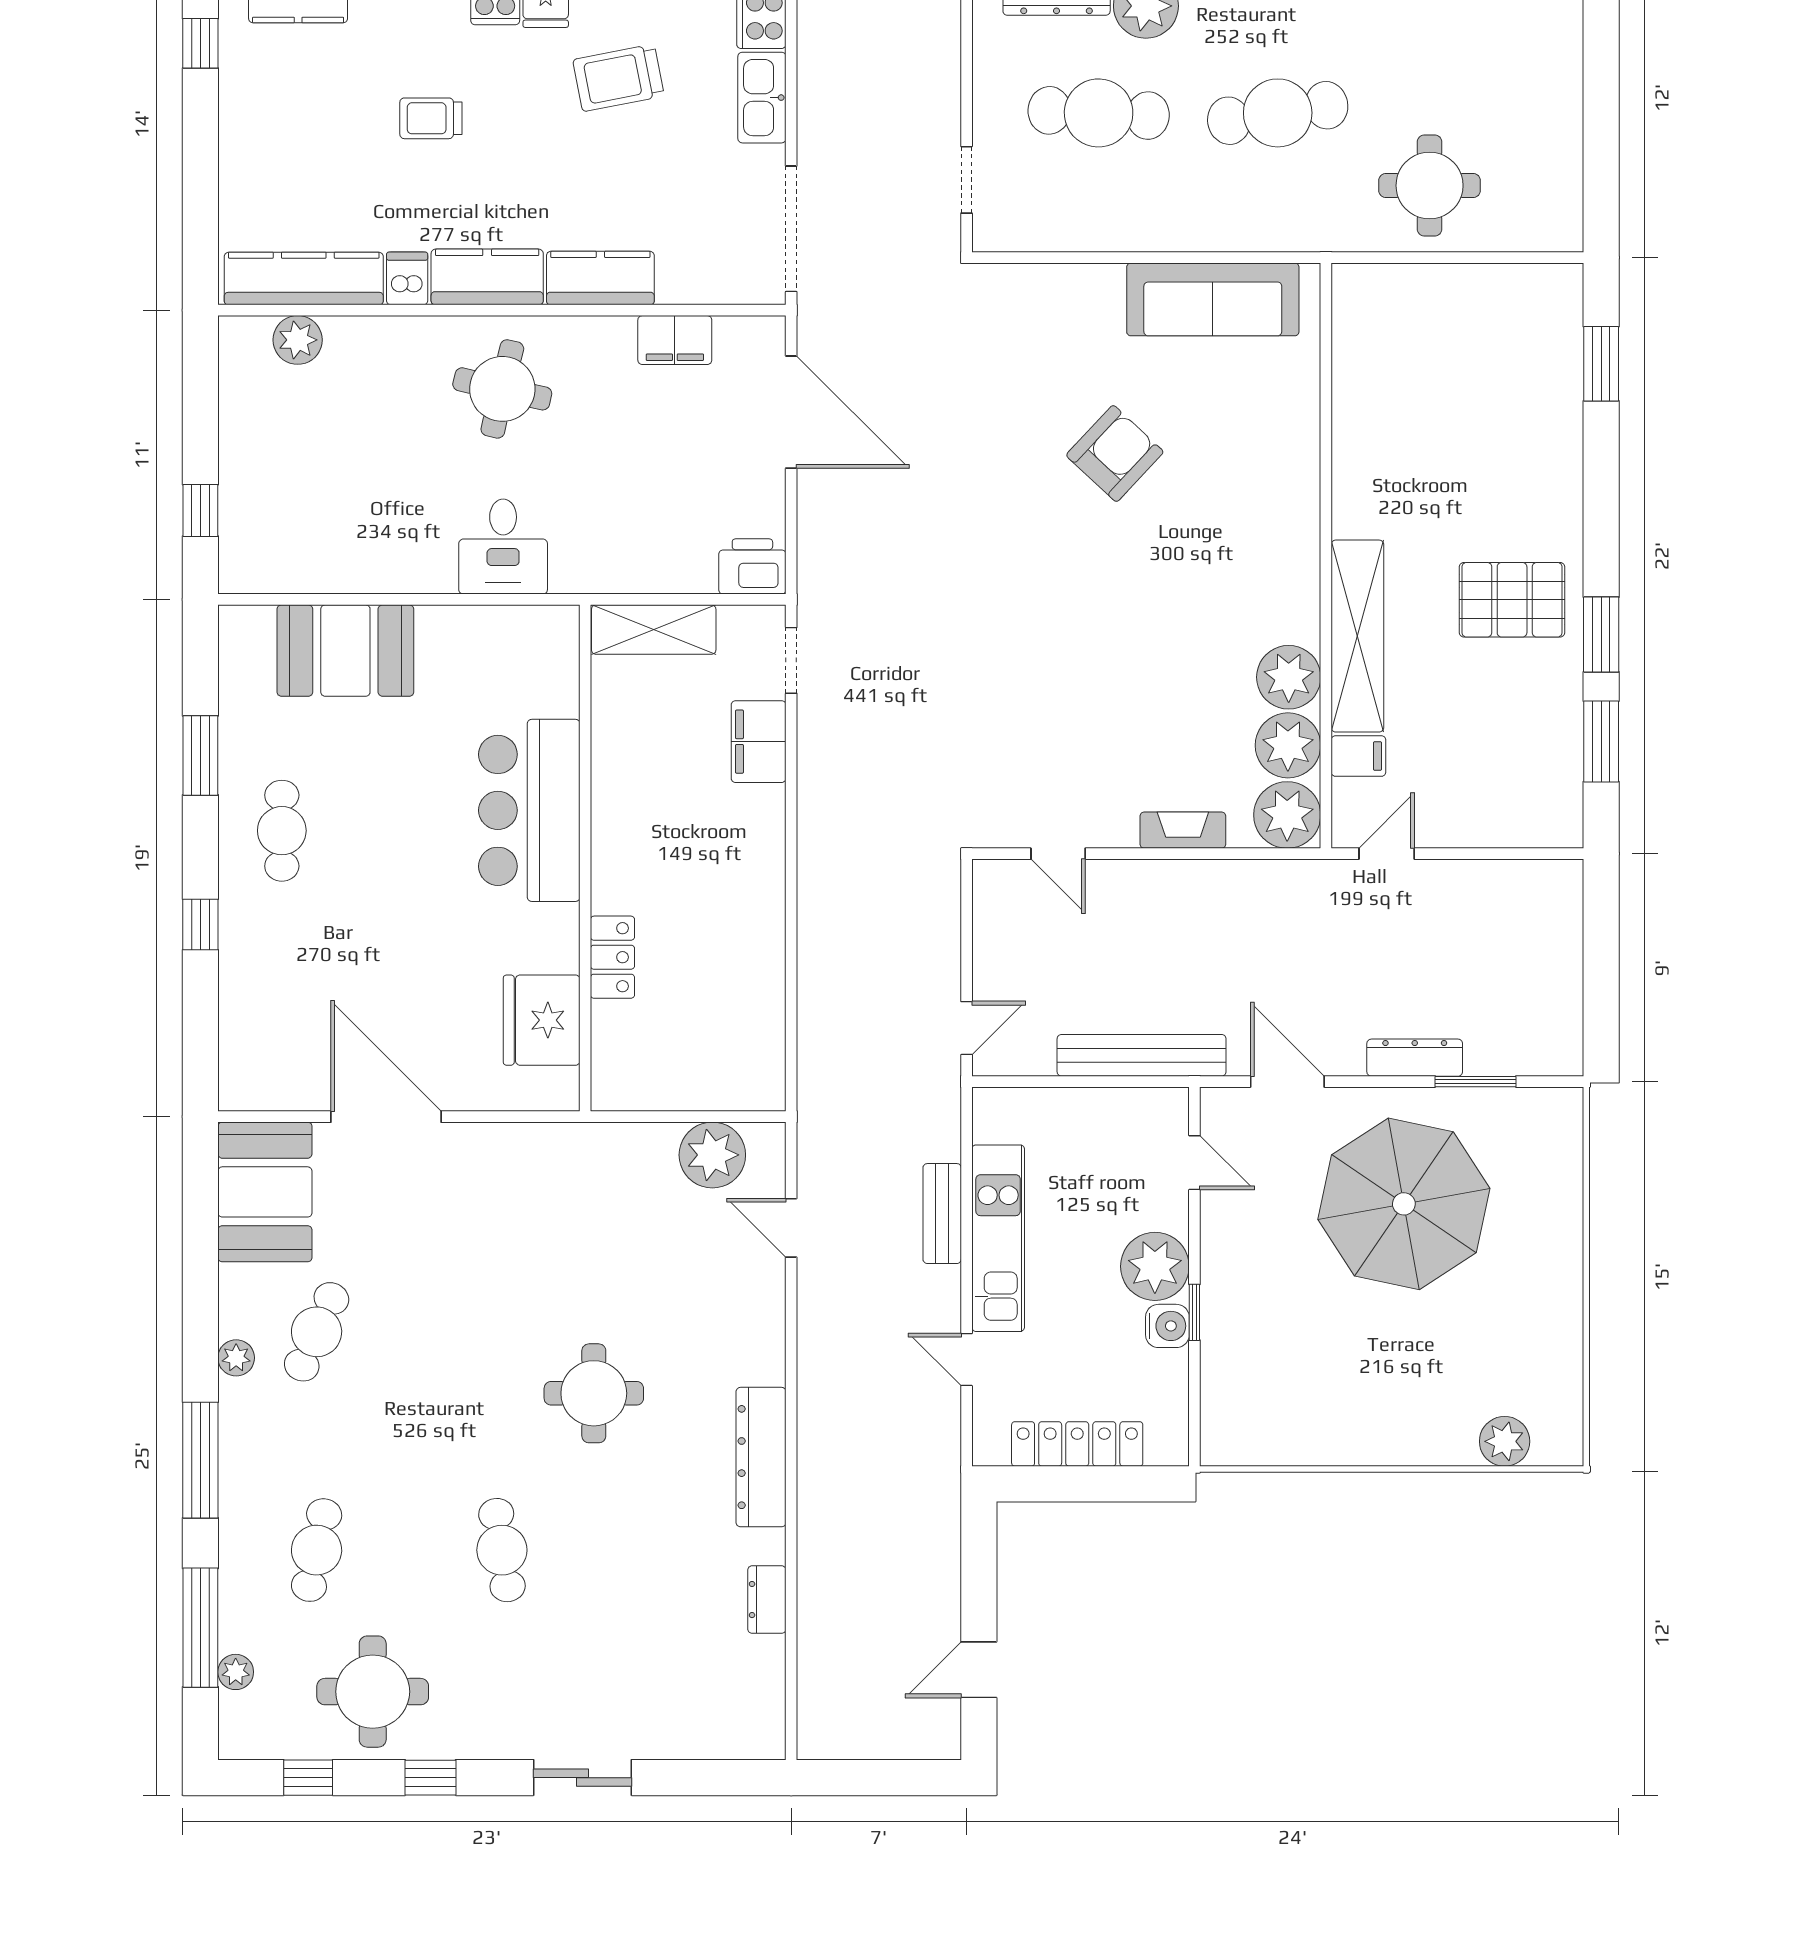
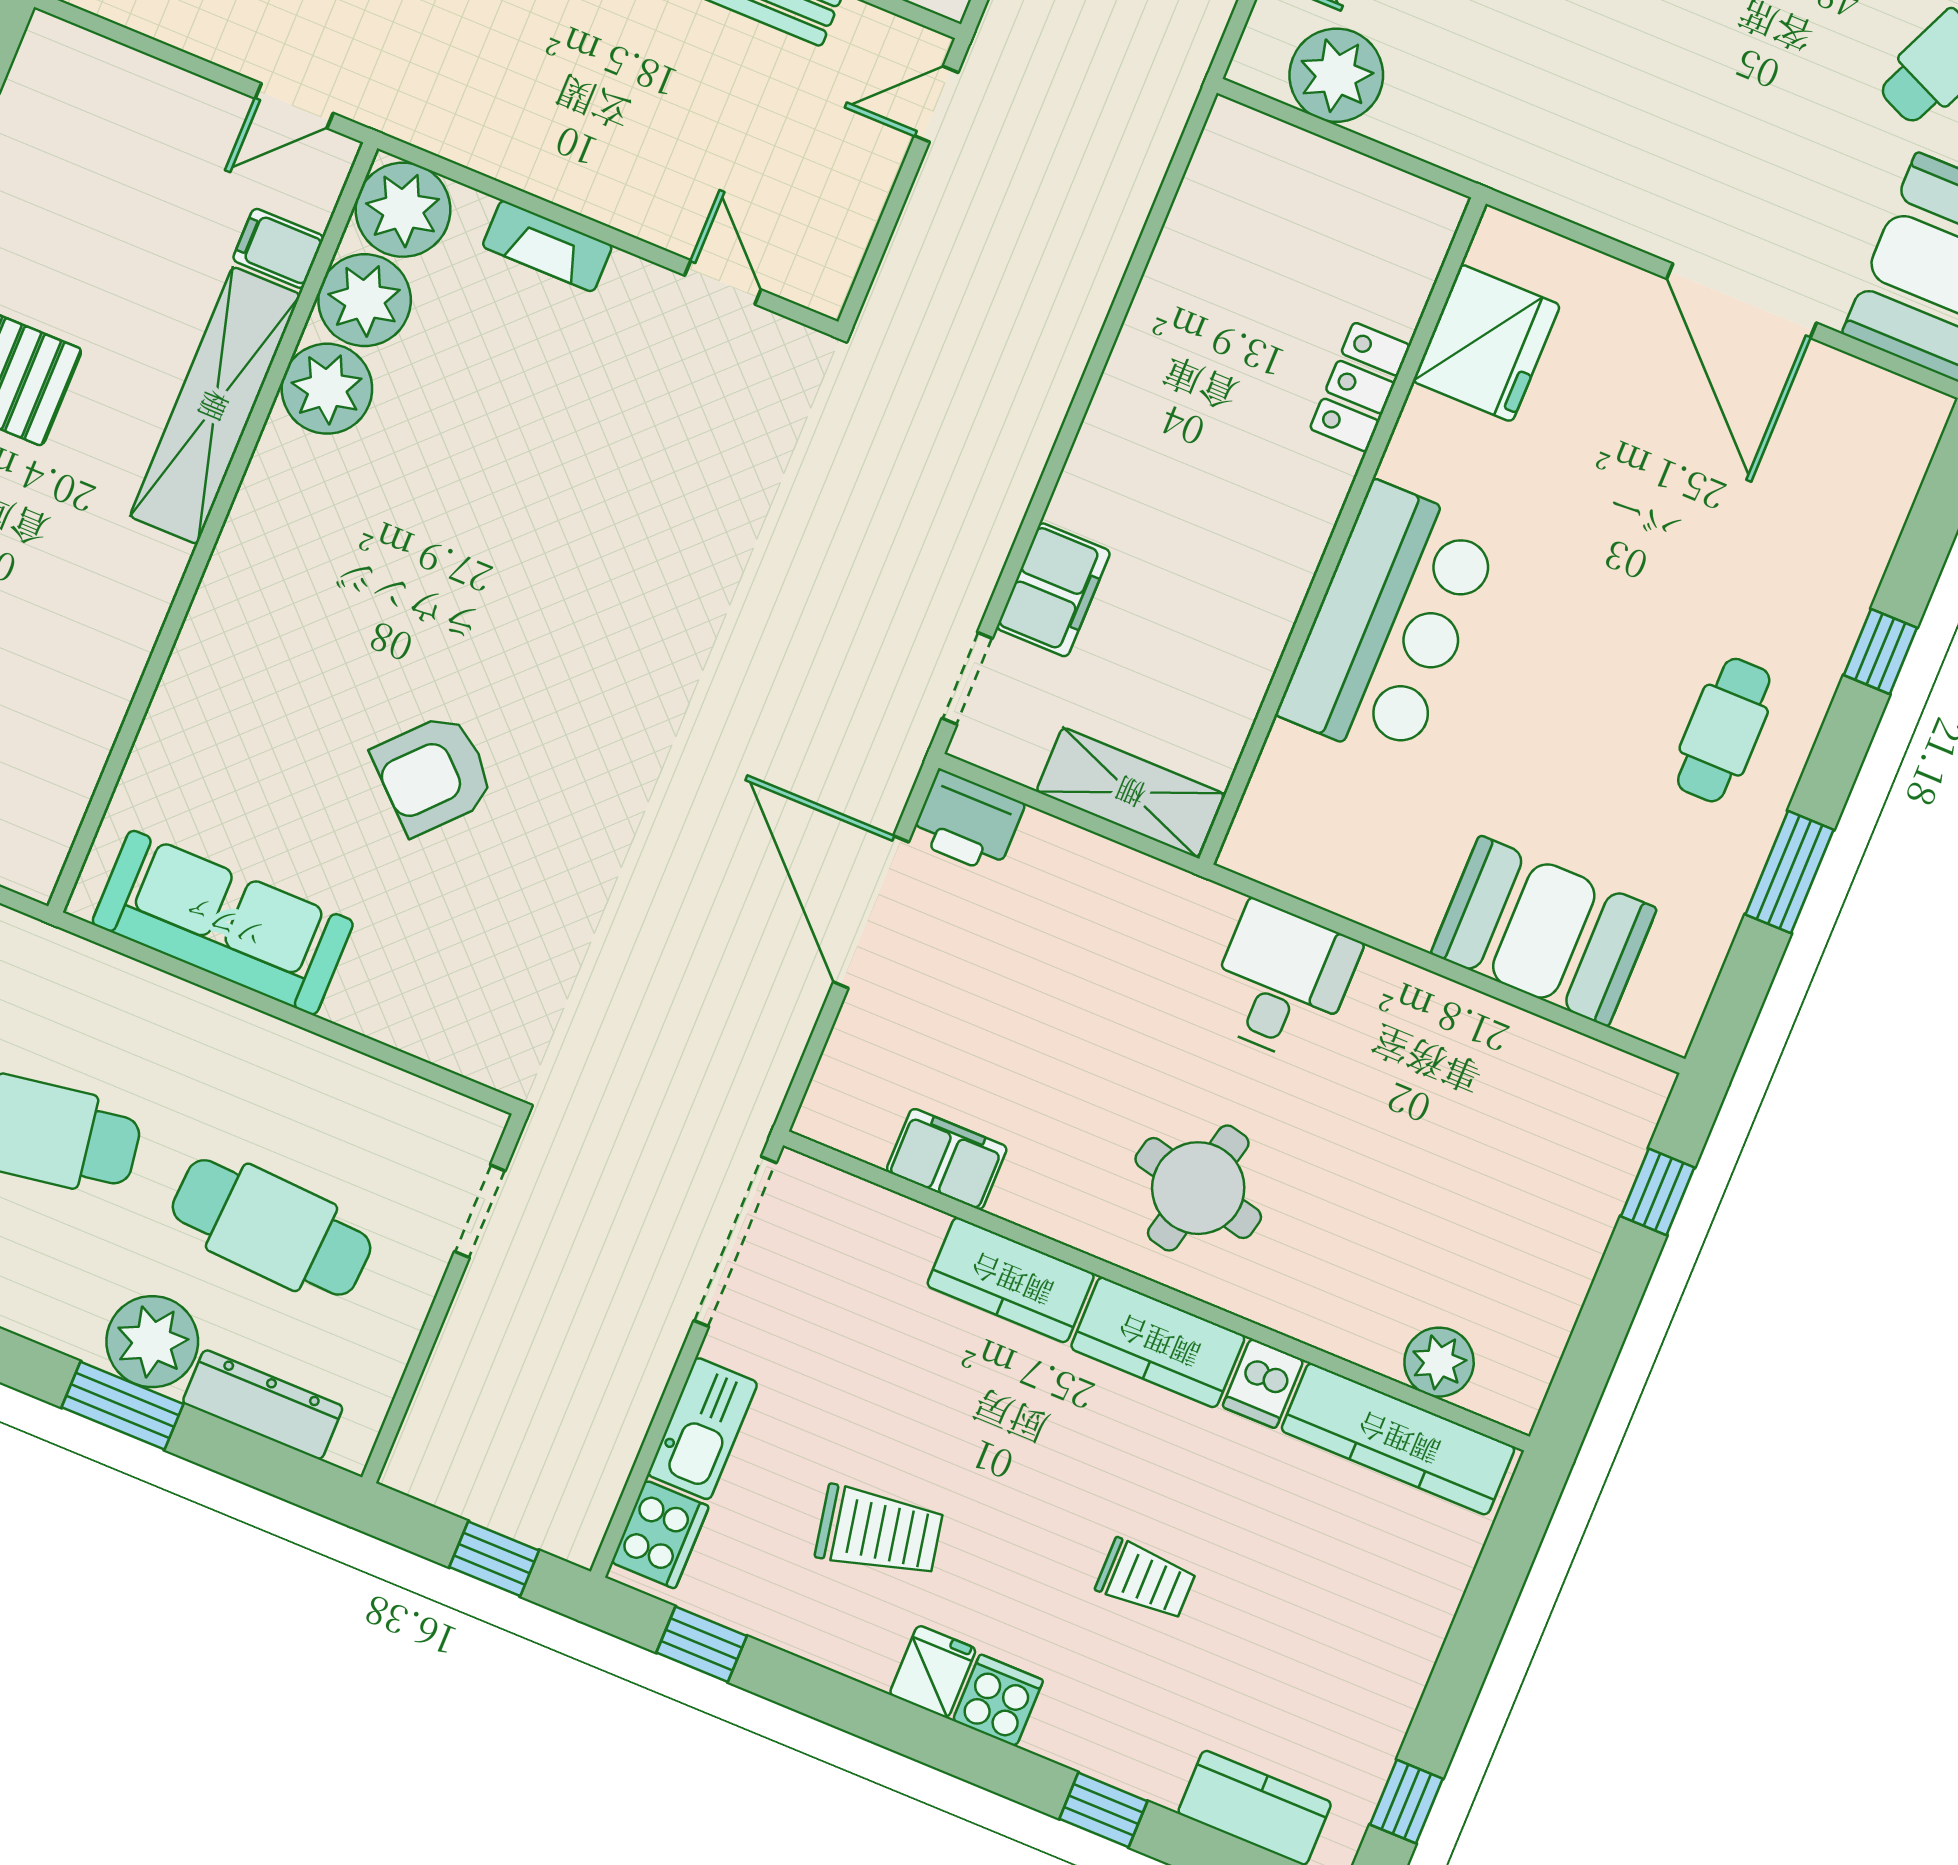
door: (791, 412) -> (871, 912), moved

